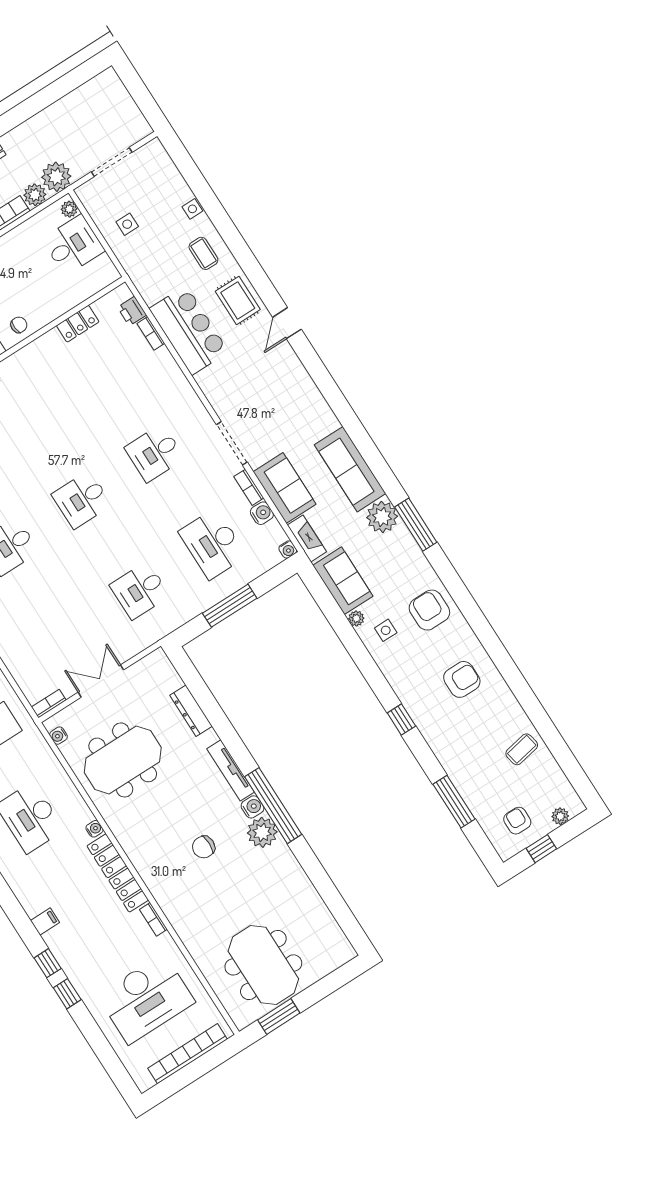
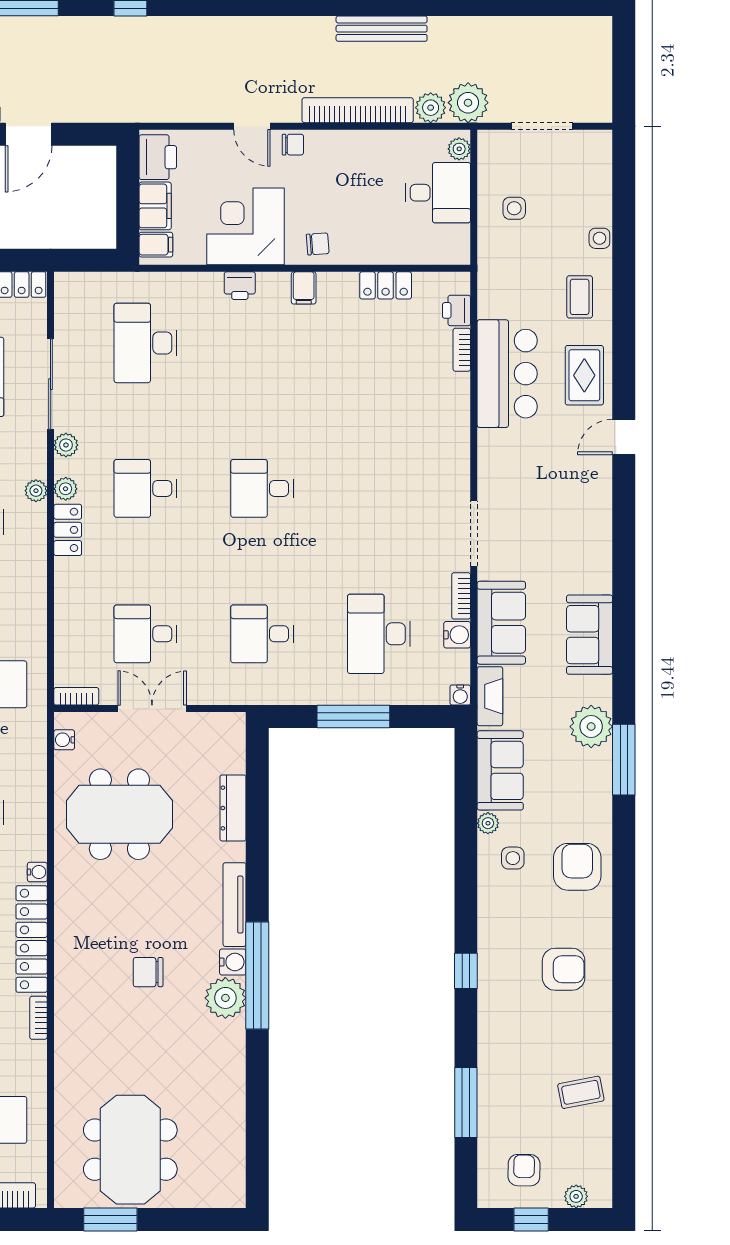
filing cabinet: (28, 358) -> (304, 288), added
desk: (155, 453) -> (145, 634), moved
sofa: (350, 469) -> (590, 635), width x0.73

